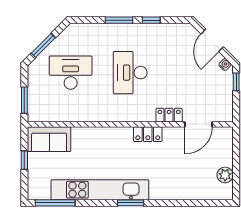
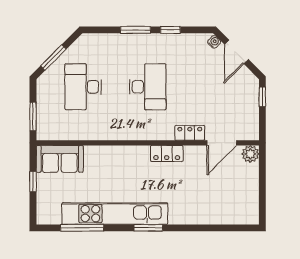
water cooler: (225, 65) -> (214, 42), moved
desk: (71, 73) -> (83, 87), turned -90
desk: (130, 73) -> (148, 87), turned 180
plant: (225, 175) -> (250, 154), moved
window: (55, 203) -> (82, 228), moved

